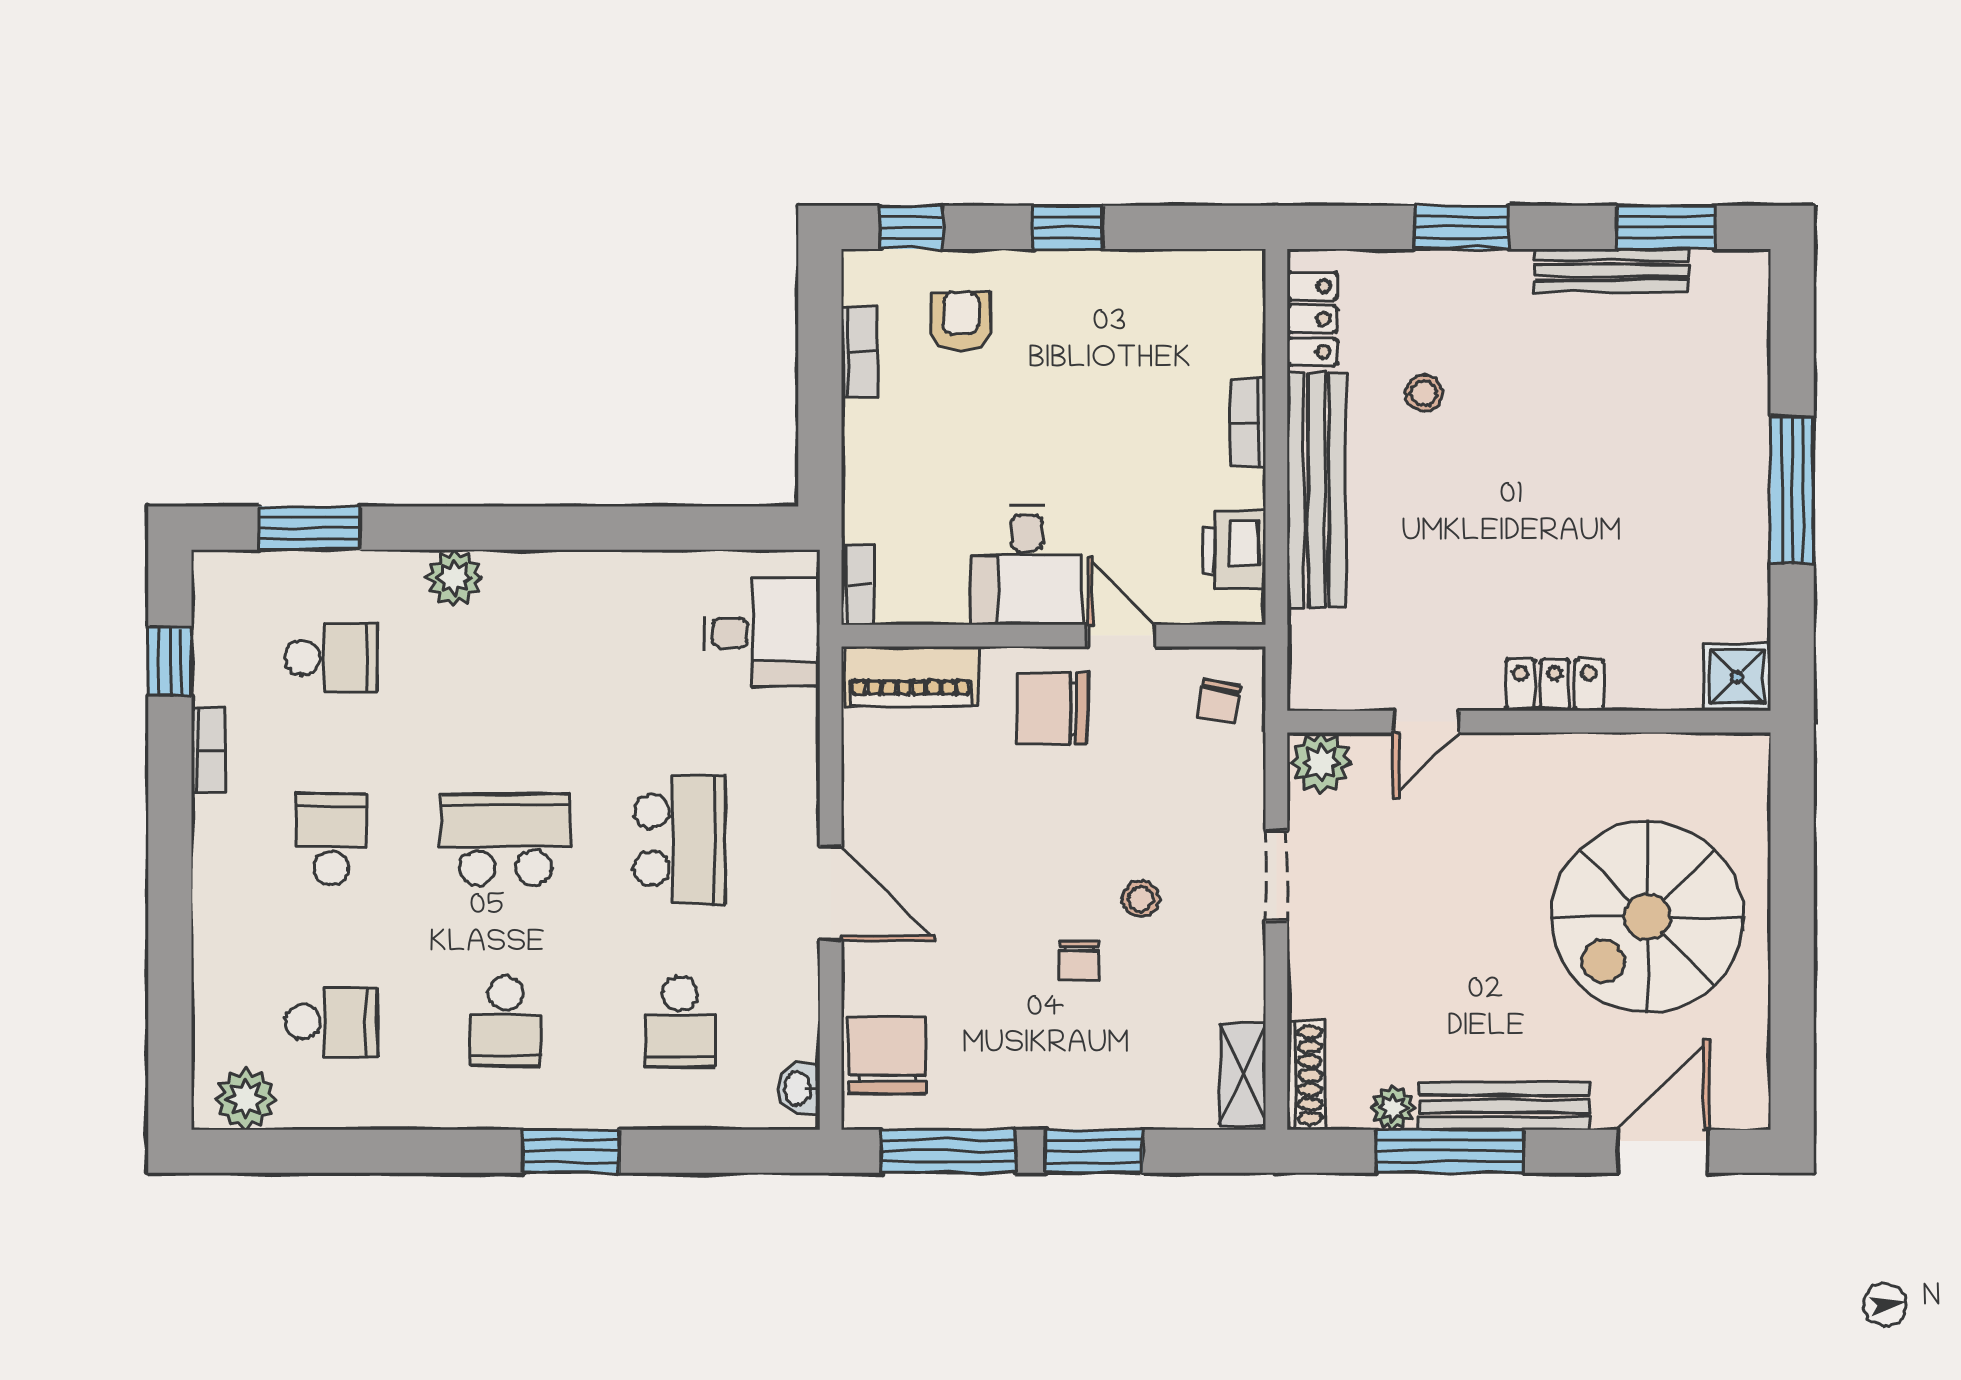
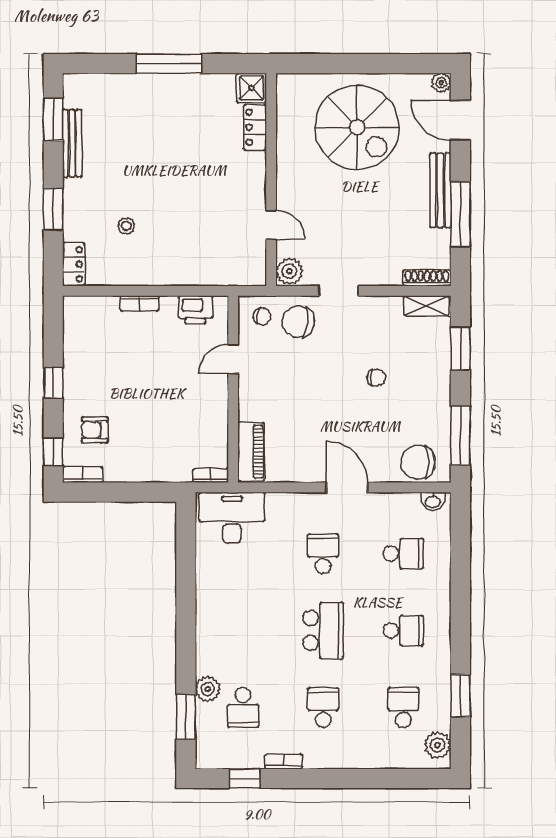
locker: (1312, 319) -> (74, 264), moved, turned 90
bookcase: (859, 352) -> (83, 475), moved
bench: (1316, 490) -> (169, 273), removed
desk: (1027, 565) -> (202, 401), removed
plant: (454, 578) -> (208, 689), moved
desk: (762, 633) -> (232, 518), width x1.37
school desk: (331, 658) -> (243, 707), turned 180
locker: (1555, 685) -> (255, 127), moved
chair: (1052, 708) -> (298, 322), moved, turned 96
school desk: (331, 840) -> (323, 707), turned 90
school desk: (506, 840) -> (323, 631), turned 180
school desk: (680, 840) -> (323, 554), width x0.54
door: (831, 893) -> (347, 487), hinge flipped
stool: (1141, 899) -> (349, 351), removed
plant: (1393, 1108) -> (441, 83), moved
window: (571, 1151) -> (460, 696), moved
window: (1094, 1151) -> (460, 348), moved

